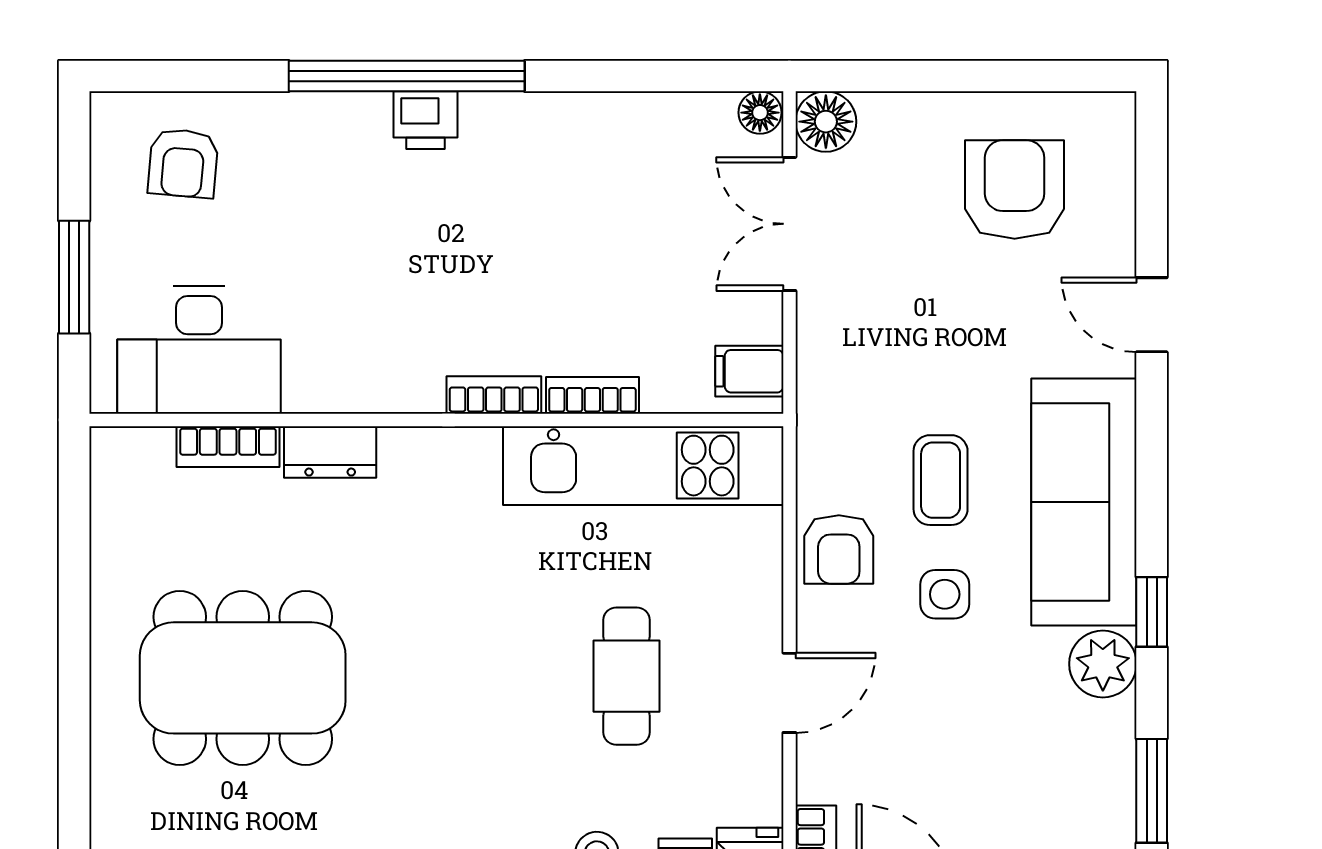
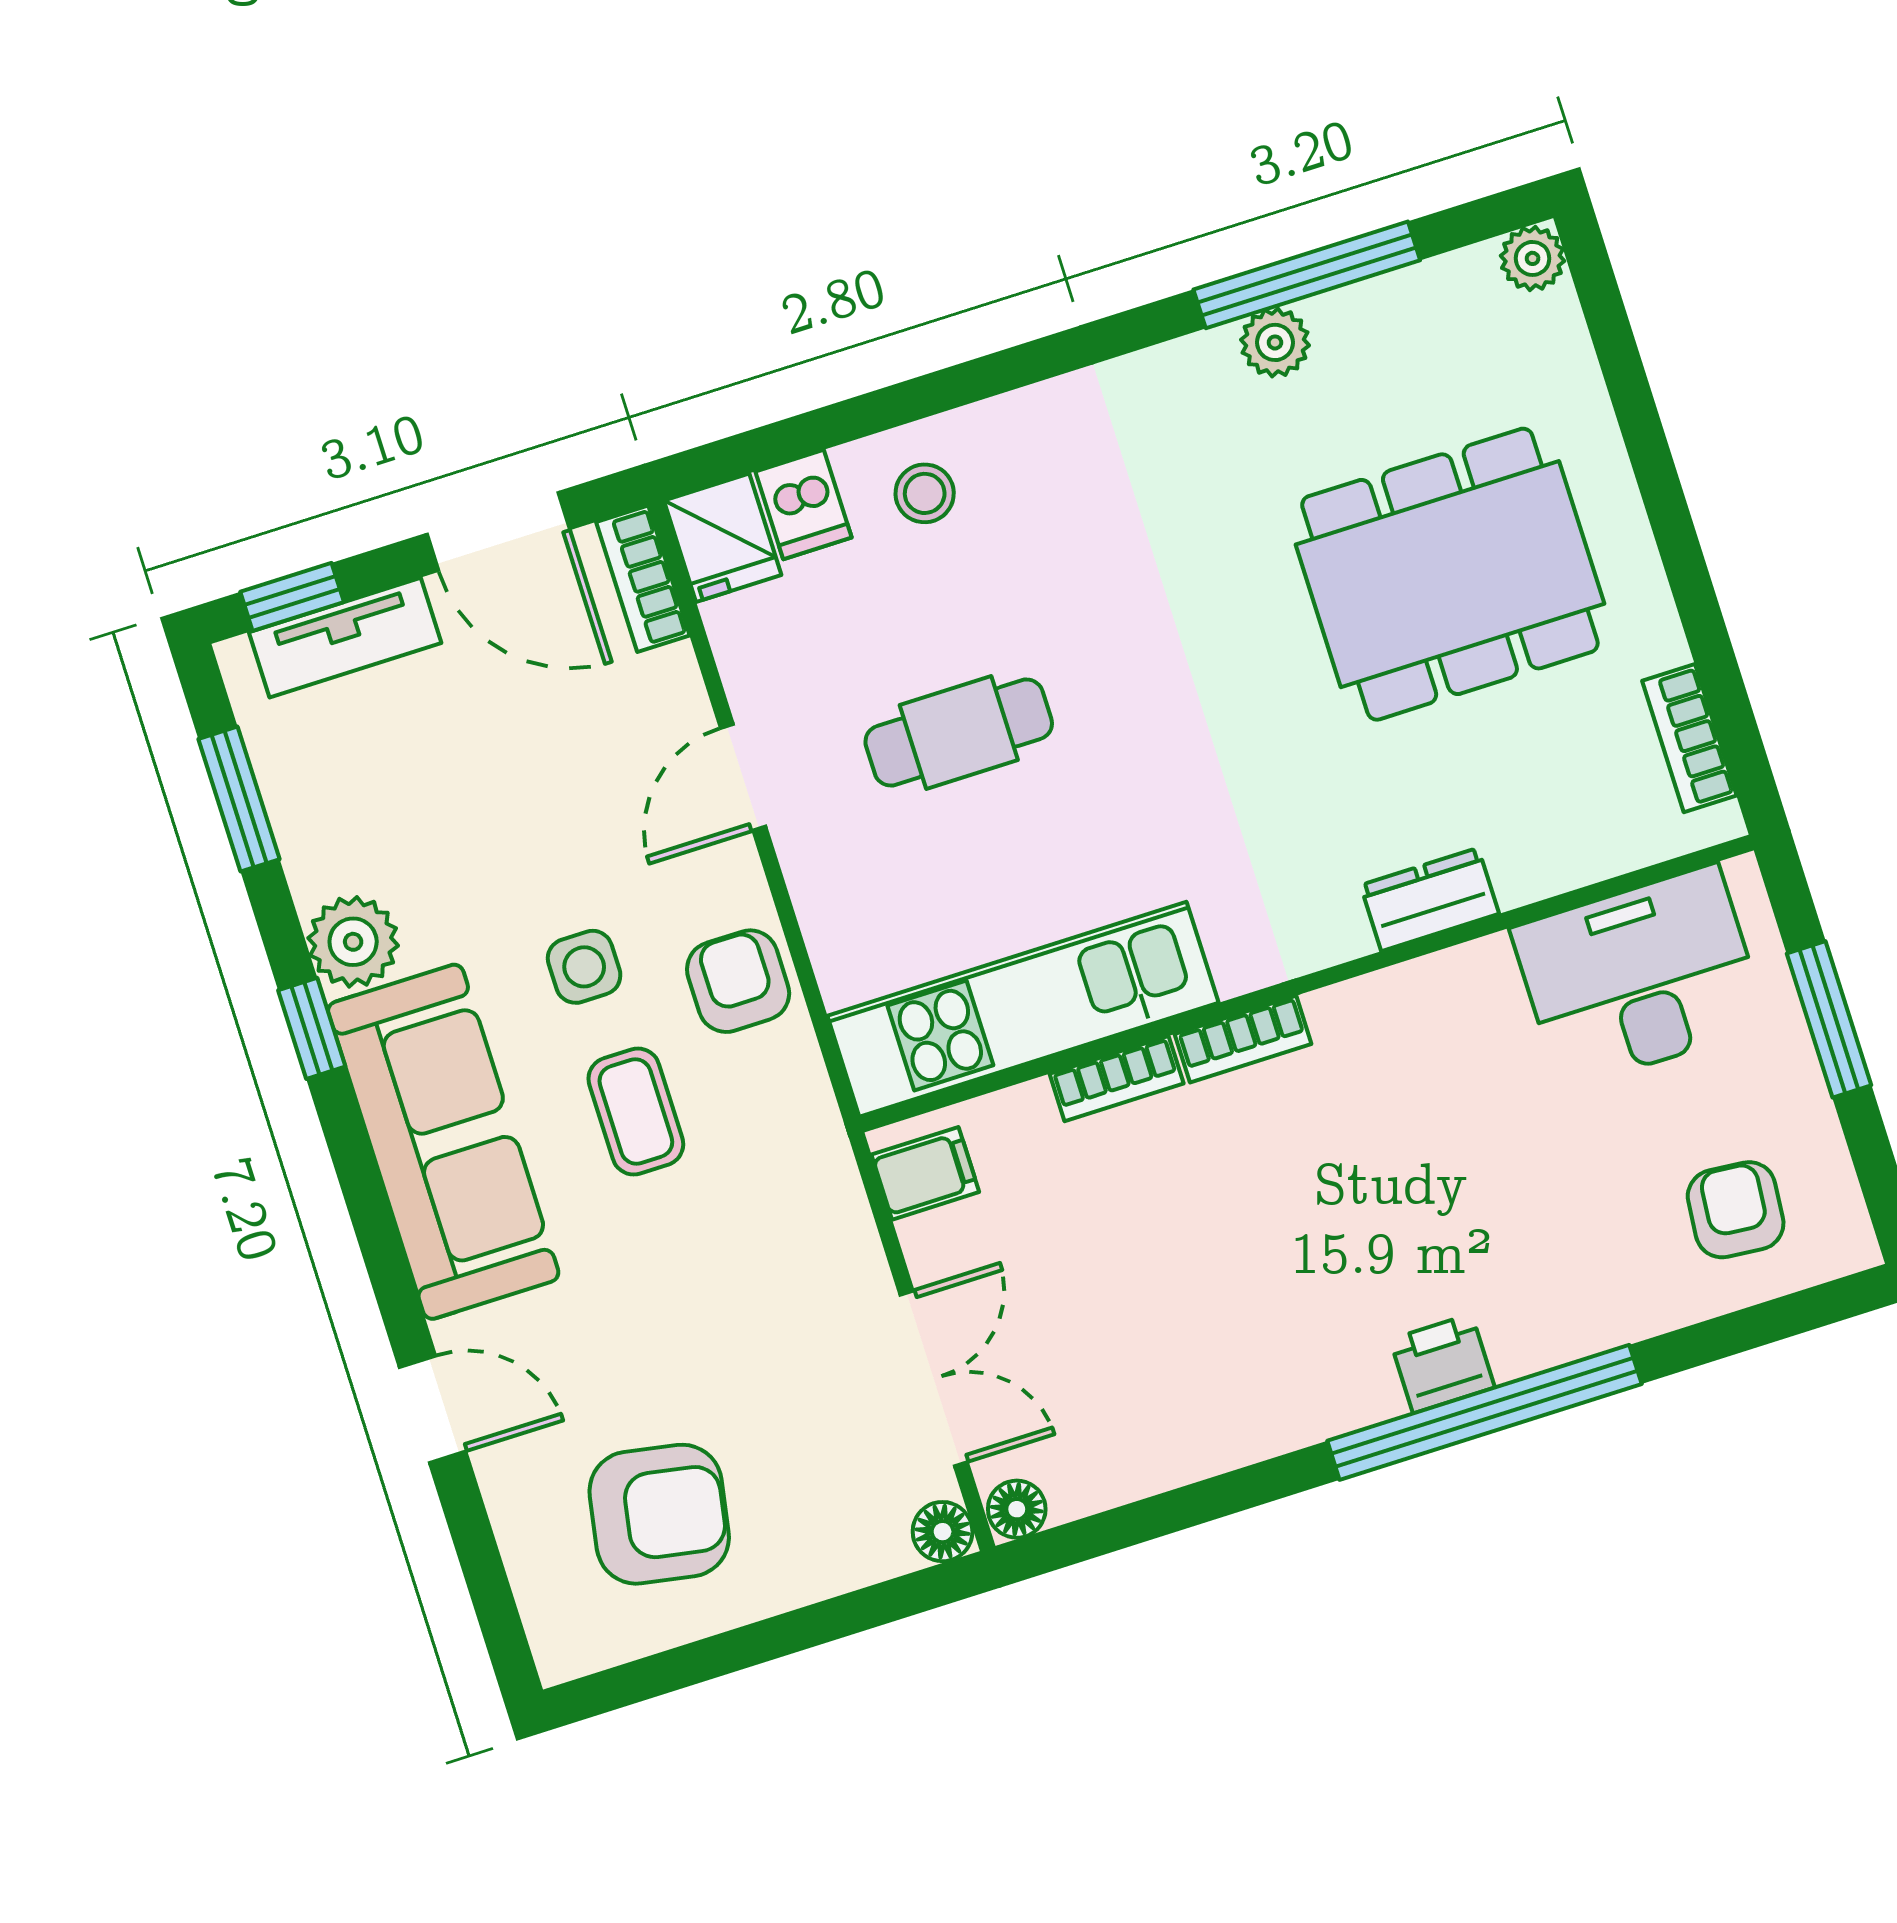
floor lamp: (826, 122) -> (943, 1532), width x0.73, depth x0.73
armchair: (1015, 189) -> (659, 1514), turned -80
bookcase: (228, 447) -> (1689, 738), moved, turned -90
cafe table: (626, 676) -> (959, 733), turned 90

